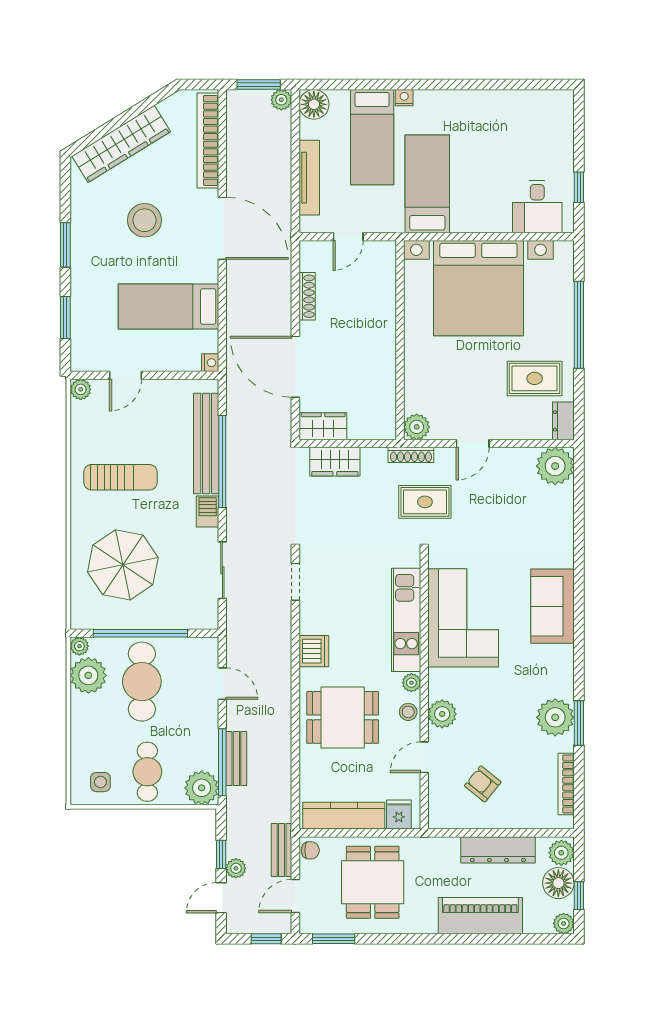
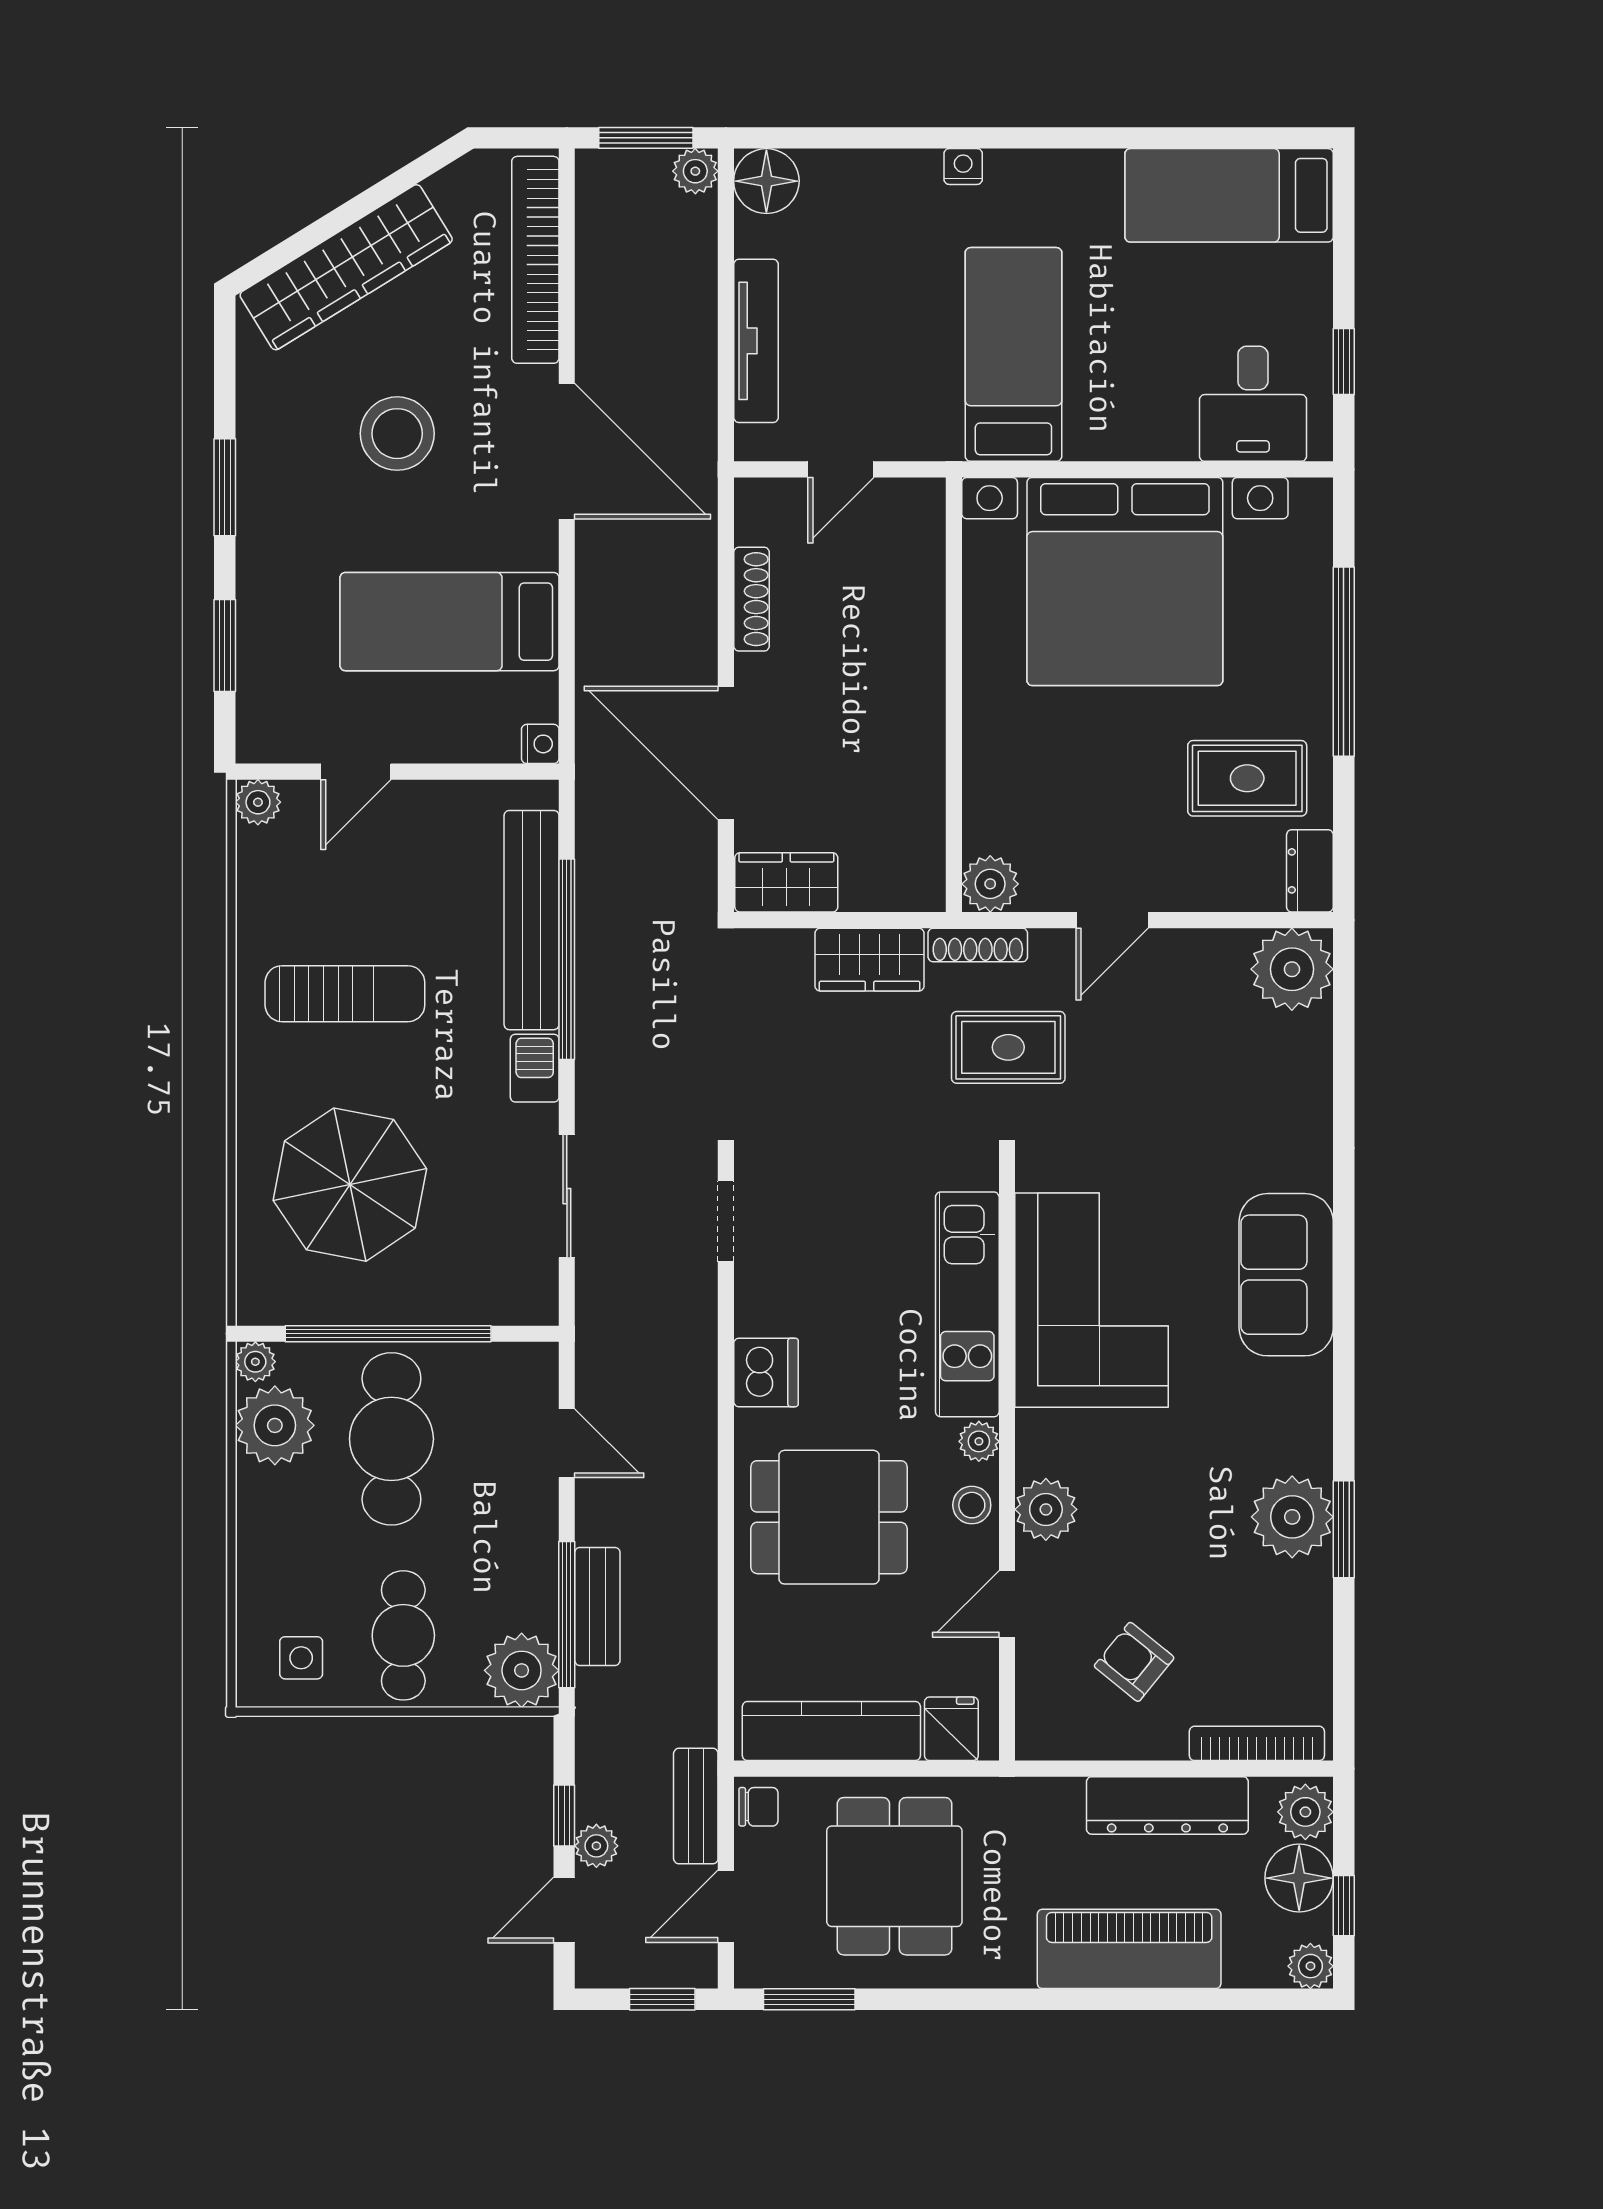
bed: (372, 137) -> (1229, 195), moved, turned 90
wardrobe: (335, 462) -> (870, 960), moved
bookcase: (566, 784) -> (1257, 1743), moved, turned 90

